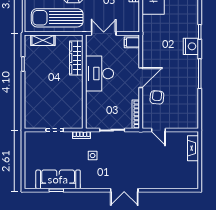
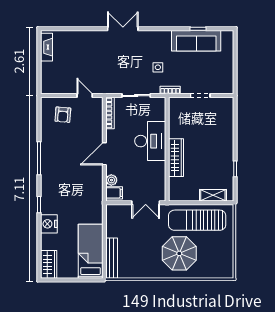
sun lounger: (57, 18) -> (197, 220), turned 180
nightstand: (191, 46) -> (49, 224), moved
plant: (134, 54) -> (111, 180), added
wardrobe: (76, 58) -> (176, 158), moved
desk: (99, 74) -> (150, 141), moved
armchair: (157, 97) -> (63, 115), moved
fireplace: (193, 148) -> (46, 47), moved

